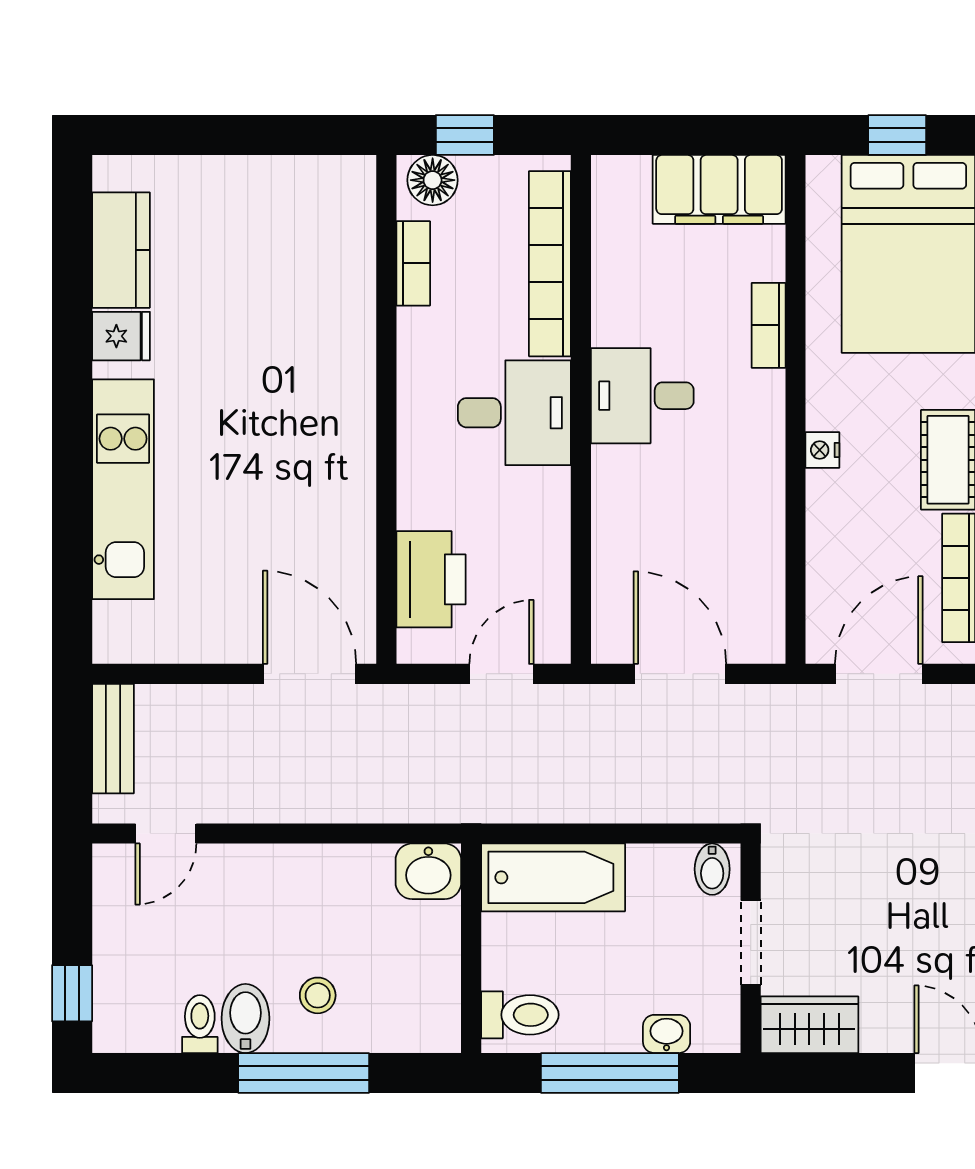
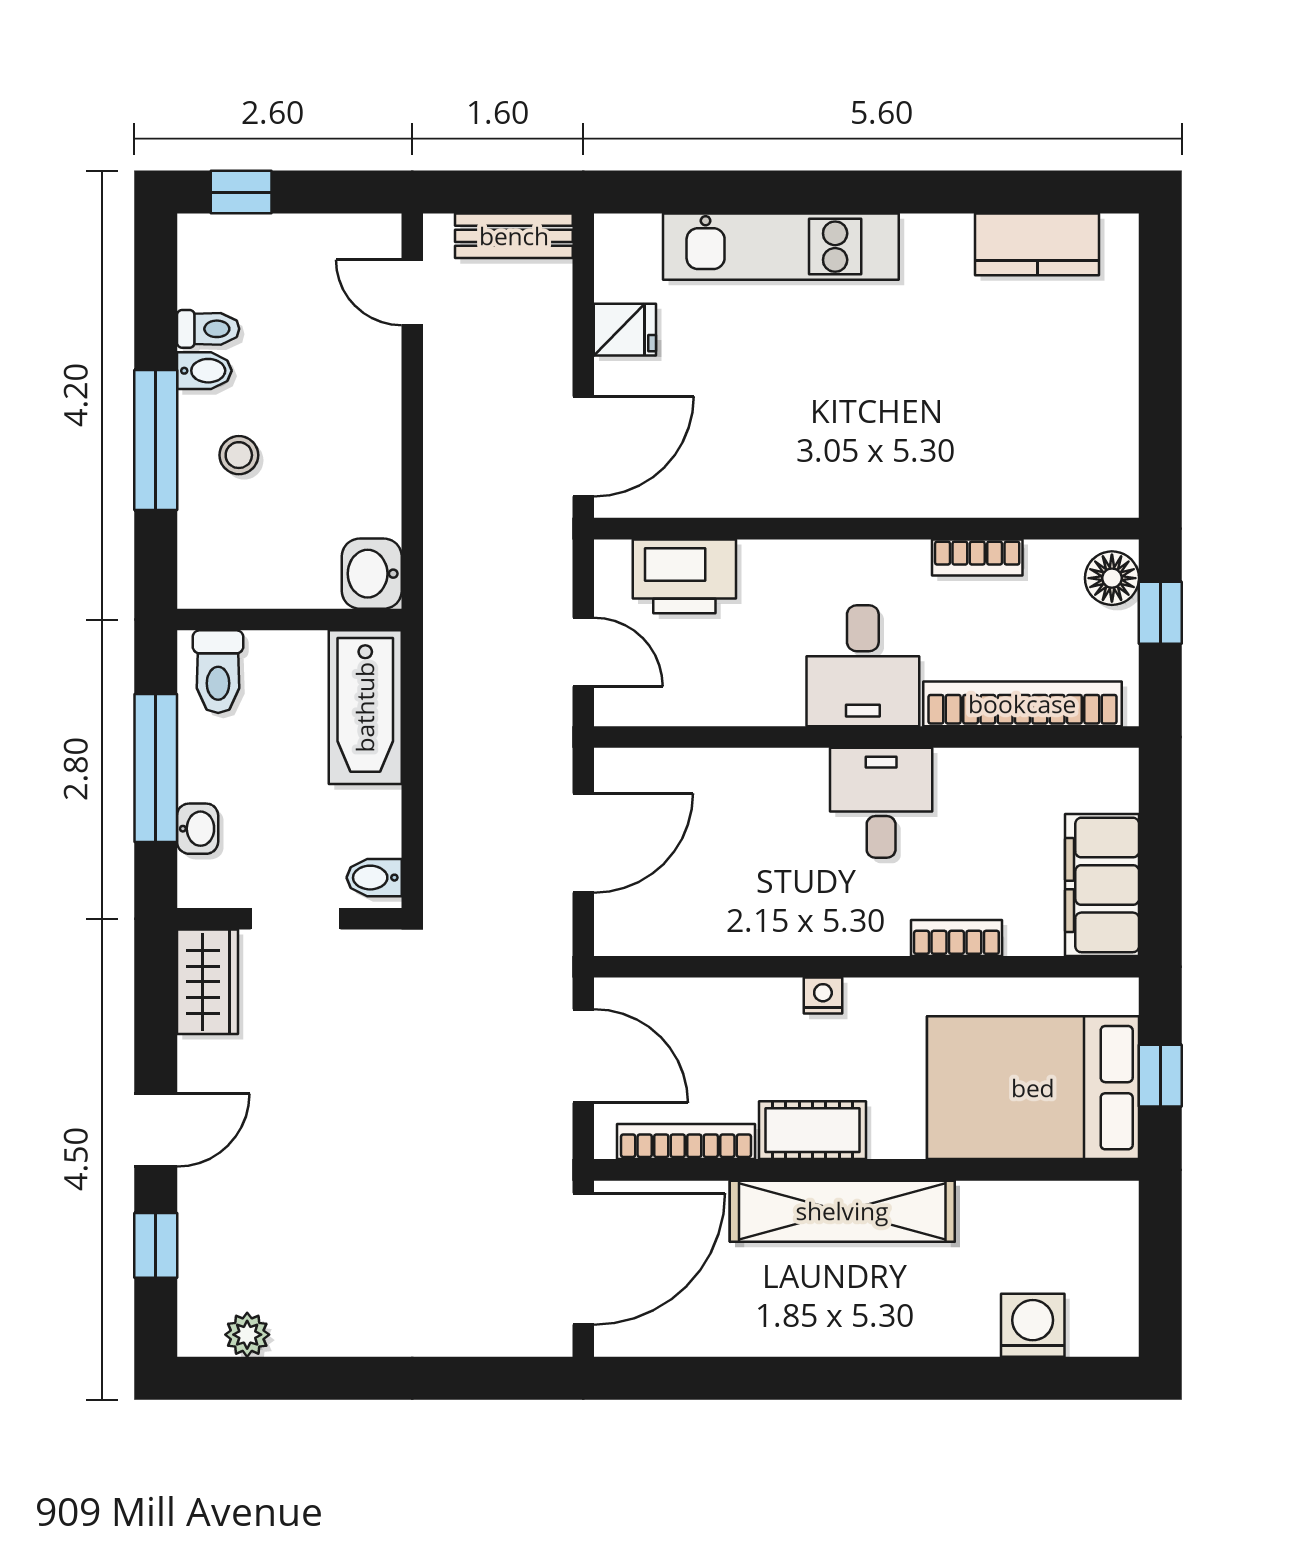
bookcase: (413, 263) -> (977, 557), moved
fridge: (121, 336) -> (625, 330), moved, turned -90
bidet: (245, 1018) -> (204, 371), width x0.72, depth x0.74

